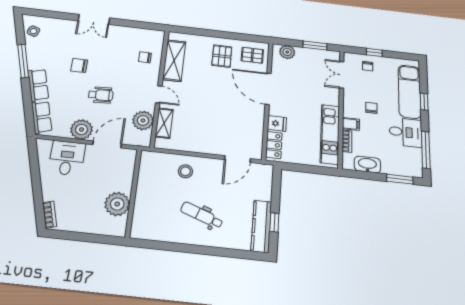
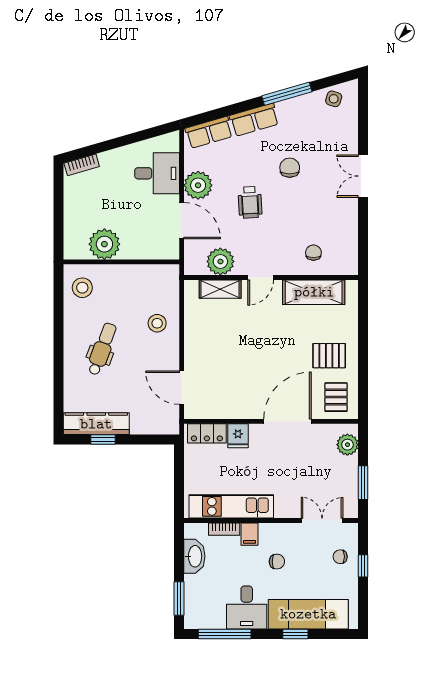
stool: (150, 225) -> (82, 288), added

